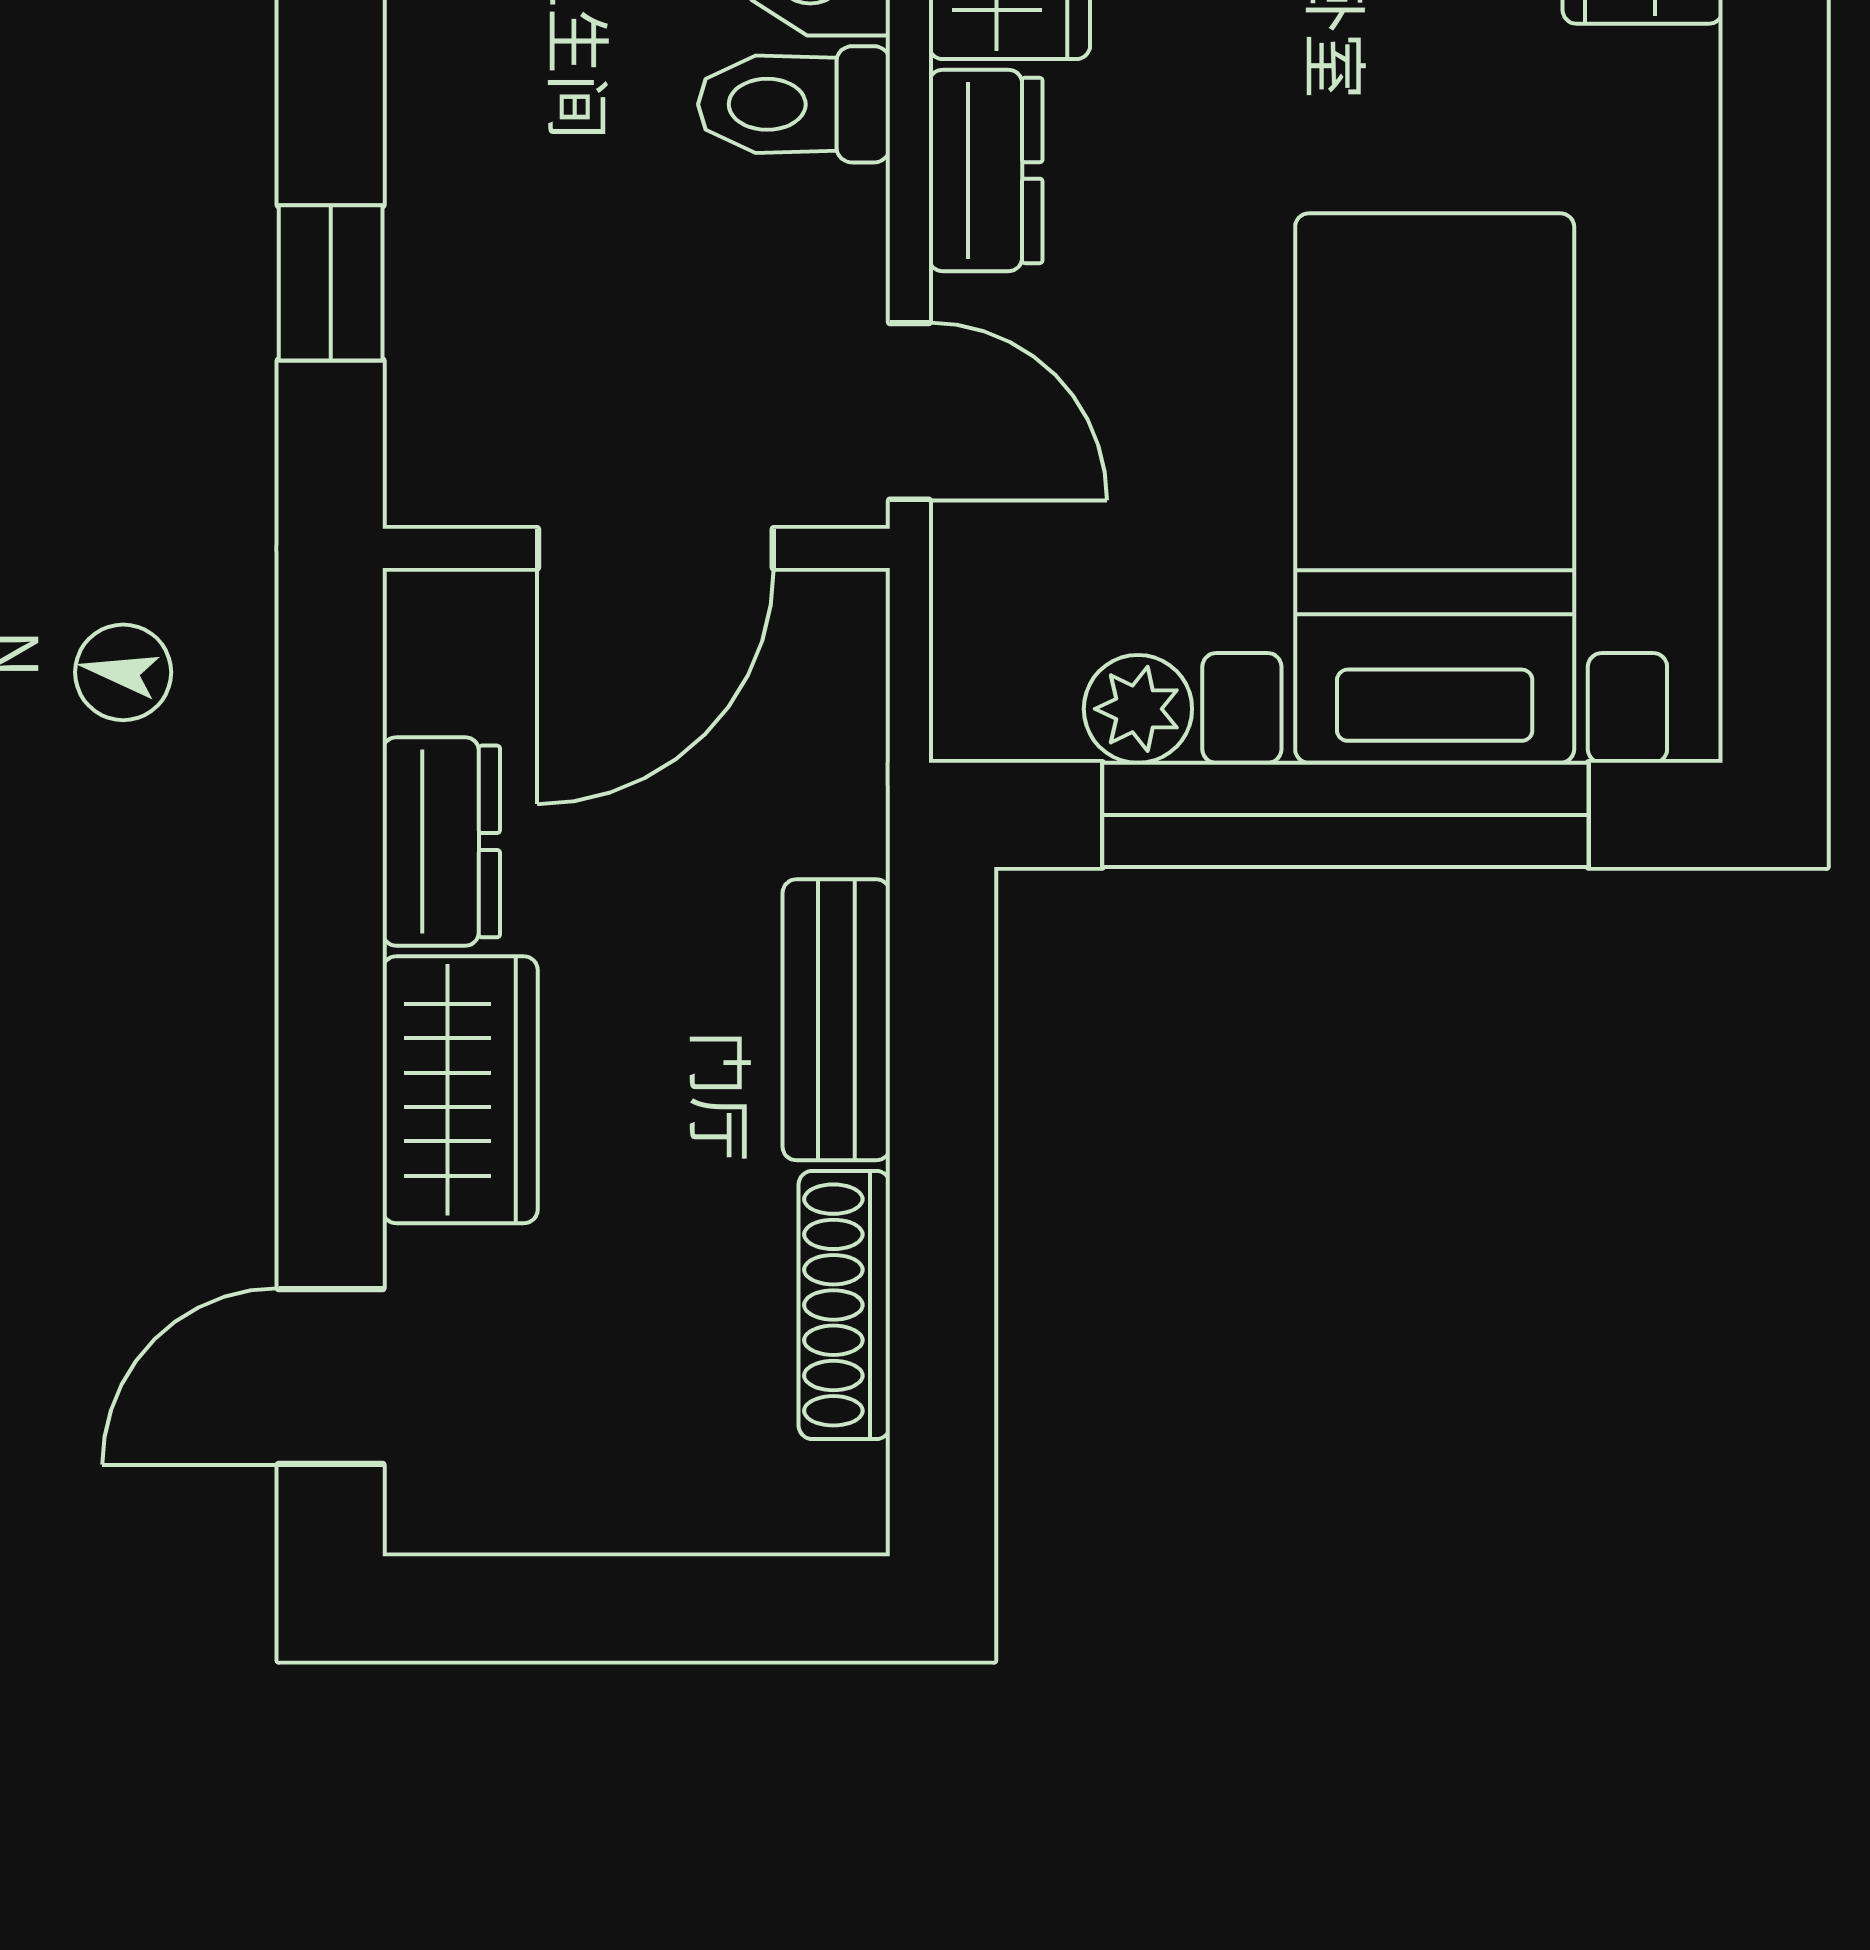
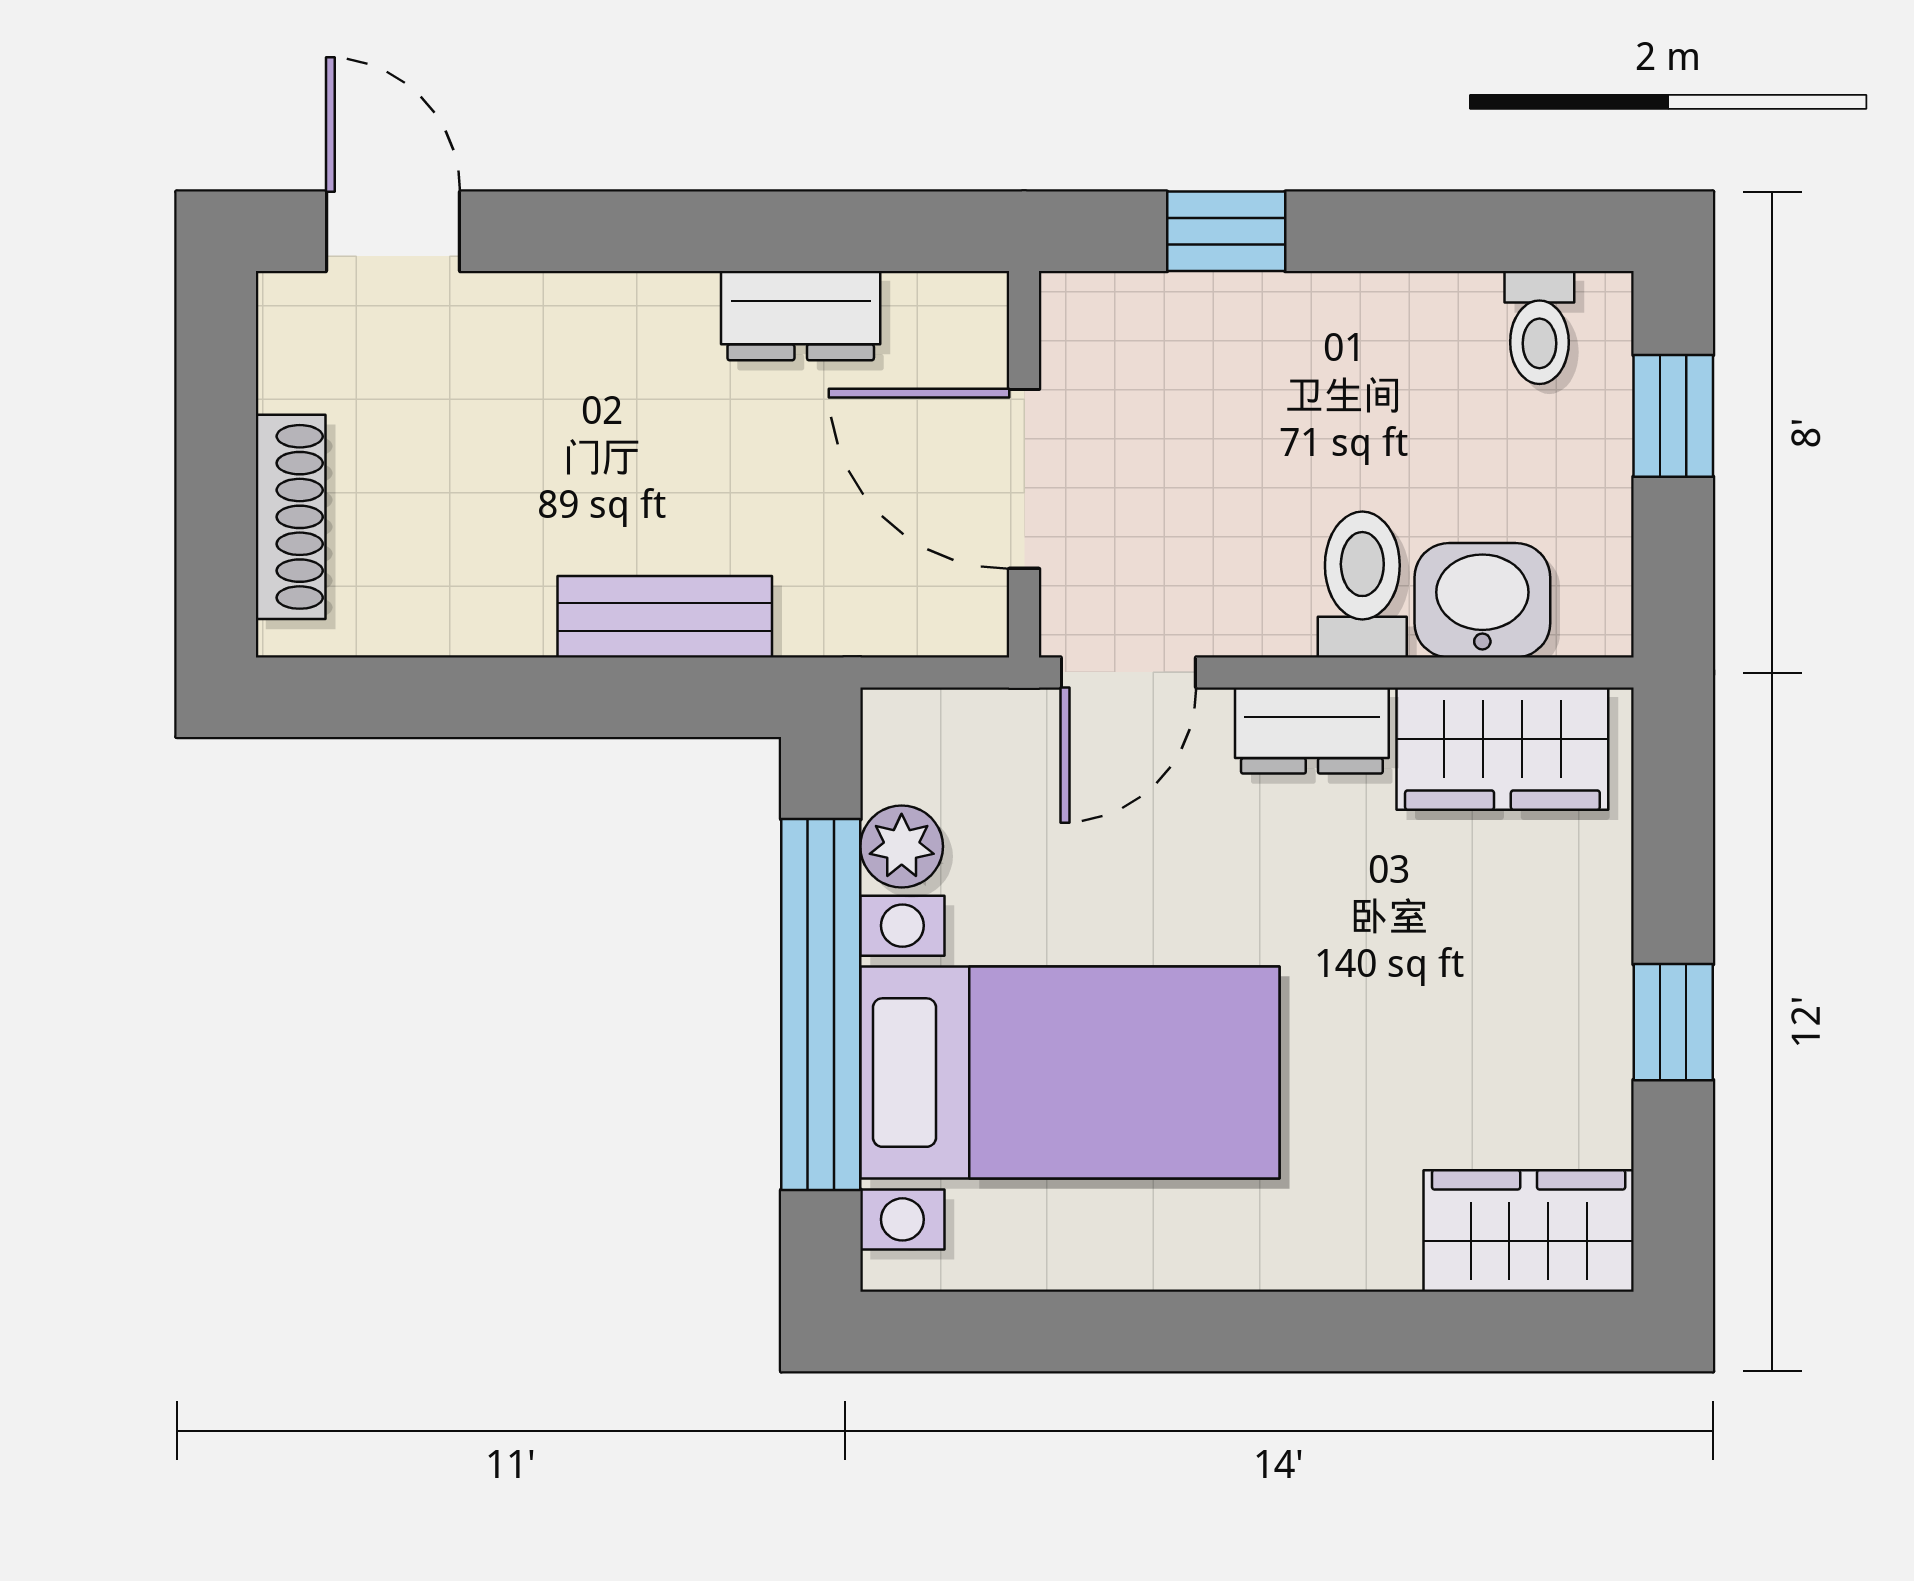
wardrobe: (460, 1090) -> (611, 330), removed
shoe rack: (844, 1305) -> (291, 517), moved, turned 90

